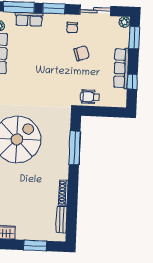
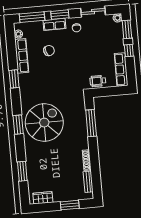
row of seats: (29, 19) -> (54, 24), moved
chair: (82, 53) -> (49, 51), moved
row of seats: (121, 68) -> (121, 69), moved
window: (132, 82) -> (129, 50), moved

